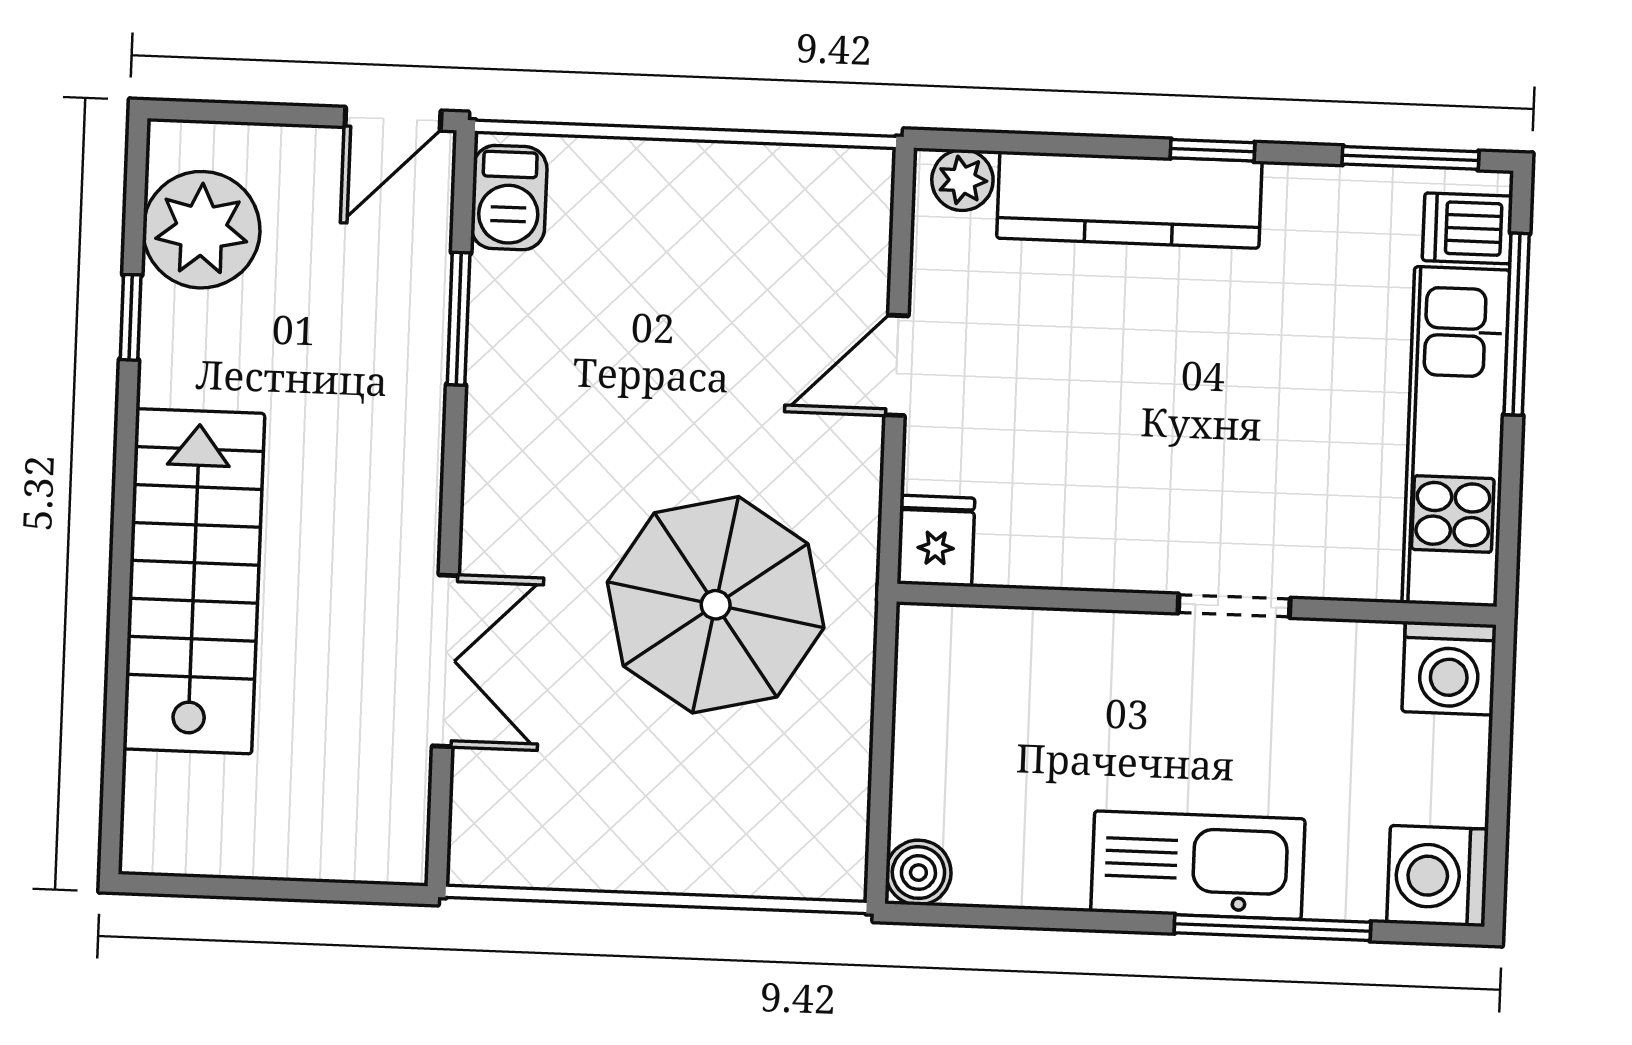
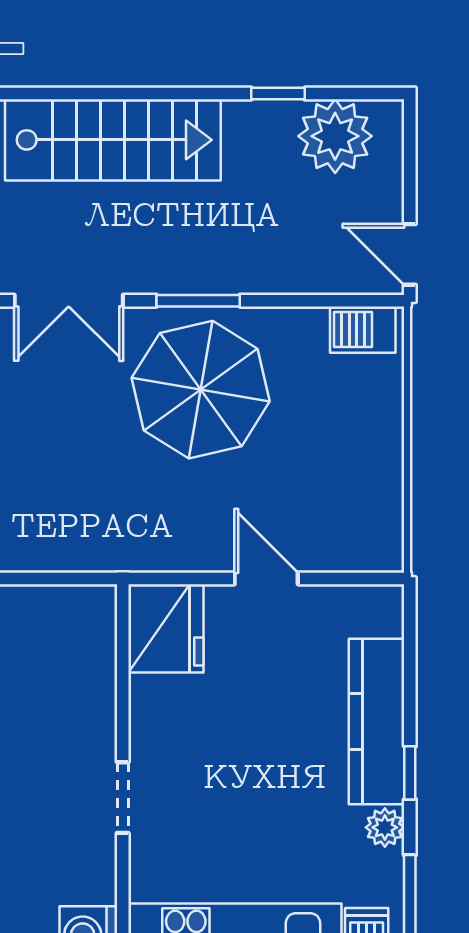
plant: (962, 180) -> (385, 827), moved
window: (459, 319) -> (198, 301), moved
fridge: (936, 541) -> (166, 628), width x1.88, depth x1.34
parasol: (716, 605) -> (201, 390), moved

